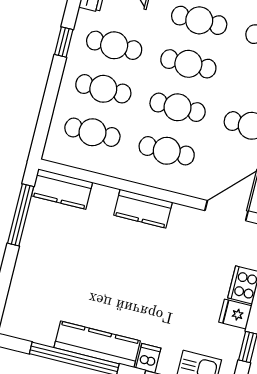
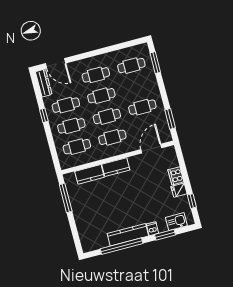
kitchen counter: (62, 189) -> (89, 174), moved

